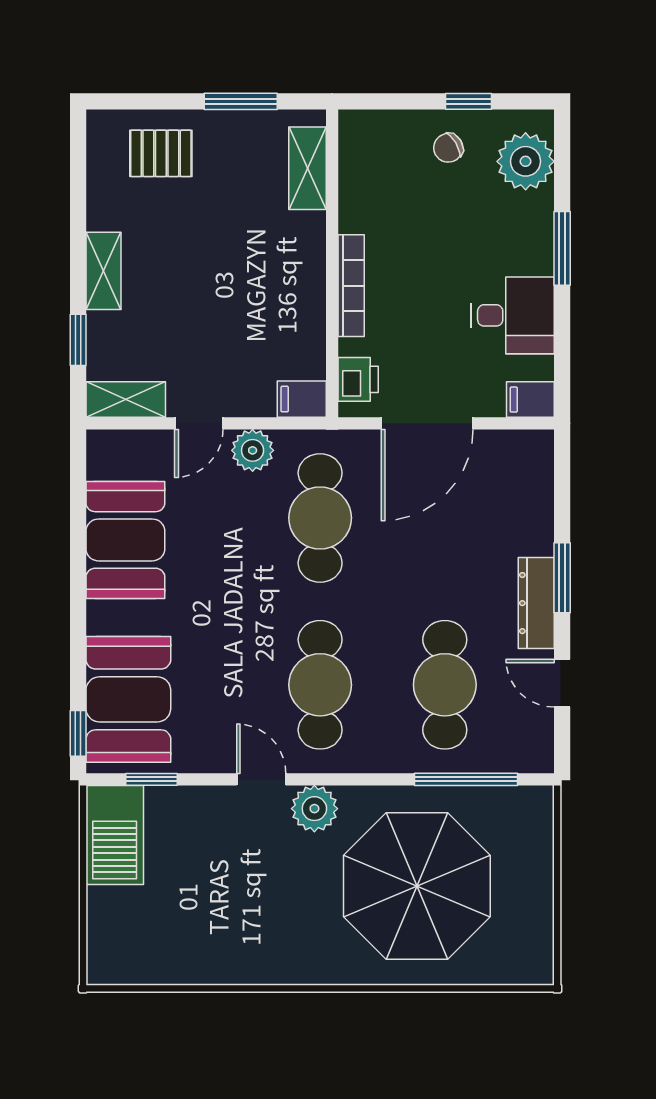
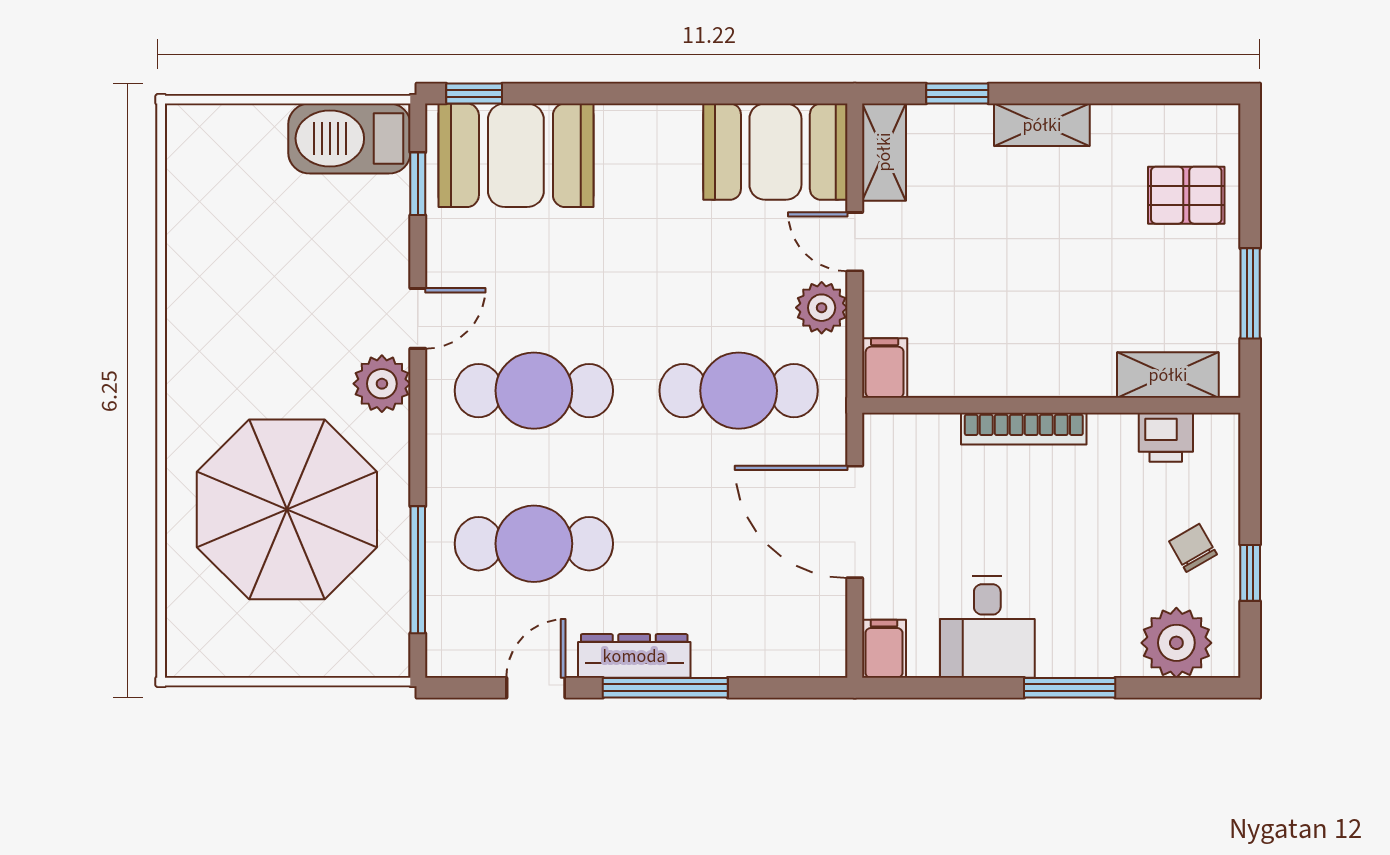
pallet: (161, 153) -> (1186, 195), turned 90
printer: (358, 379) -> (1166, 437), moved
booth: (125, 540) -> (775, 152), moved
window: (562, 578) -> (665, 688), width x1.44

